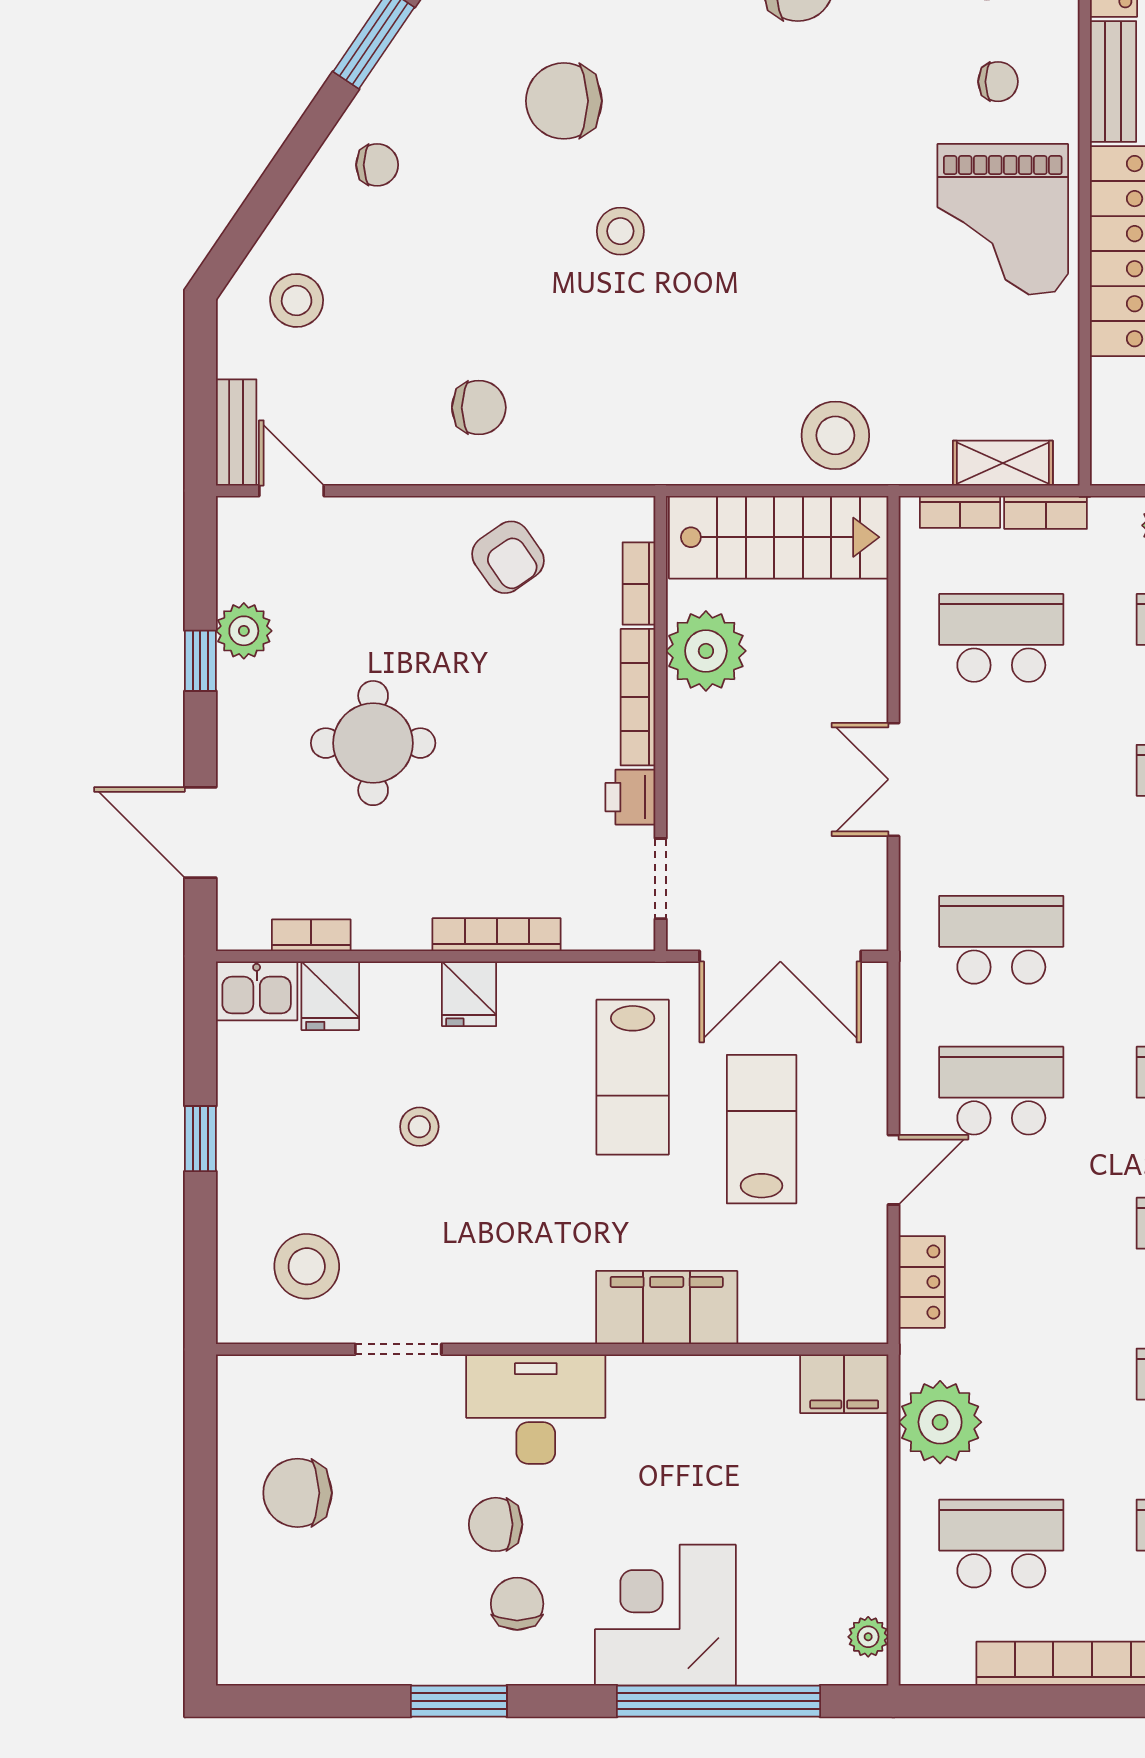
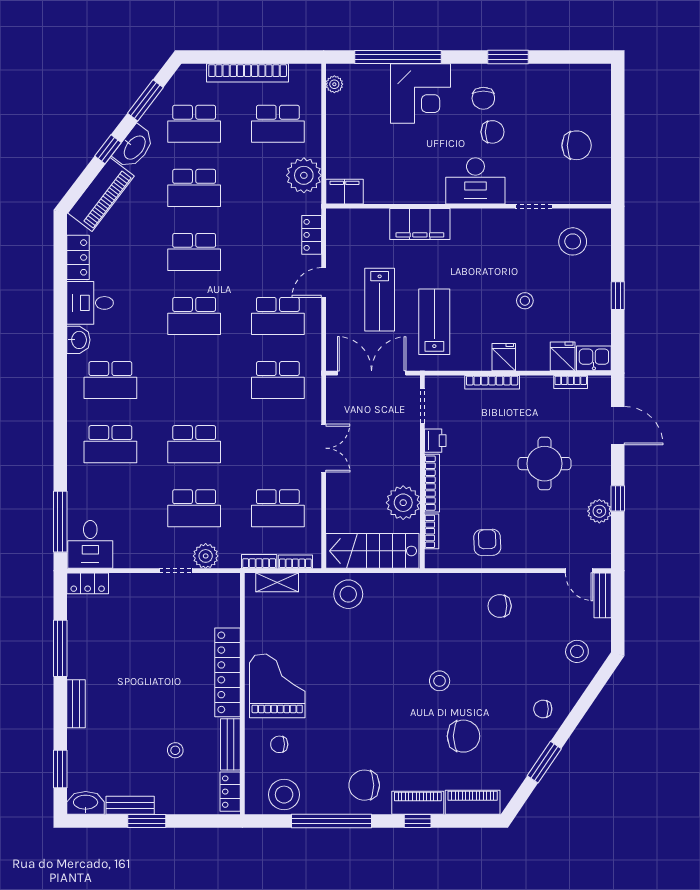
armchair: (508, 557) -> (487, 542), turned 33

